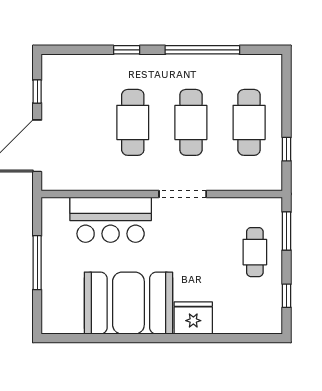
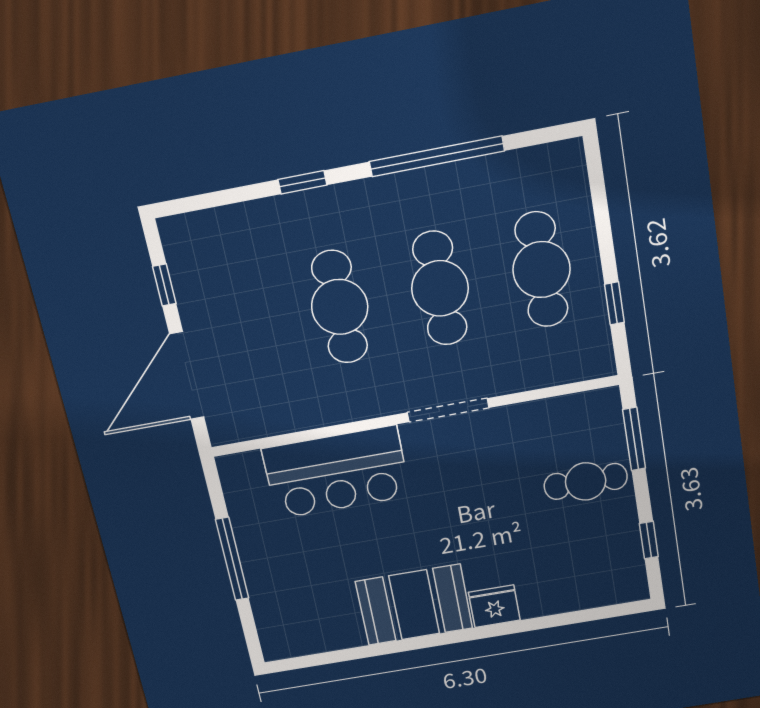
cafe table: (255, 252) -> (586, 481), turned 90
booth: (128, 303) -> (414, 605), width x0.73, depth x0.70
fridge: (193, 318) -> (494, 606), width x0.73, depth x0.75

